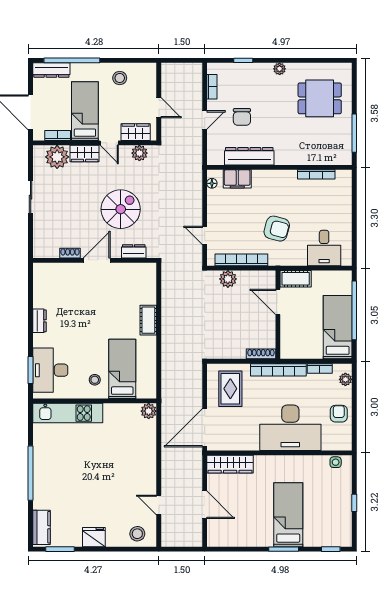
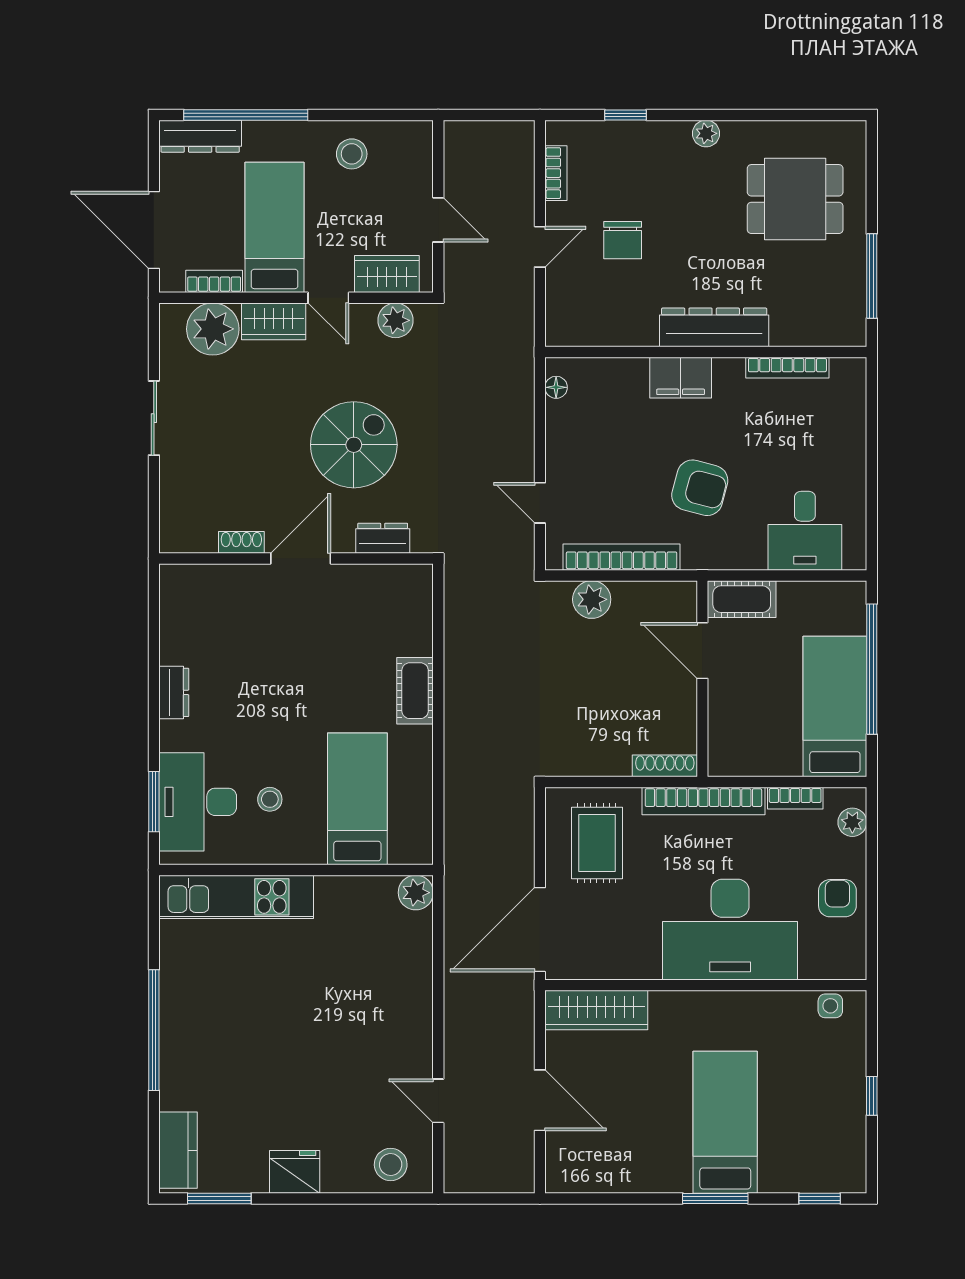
dresser: (249, 156) -> (714, 327), moved
filing cabinet: (237, 179) -> (681, 378), moved
stool: (95, 380) -> (270, 799), moved

